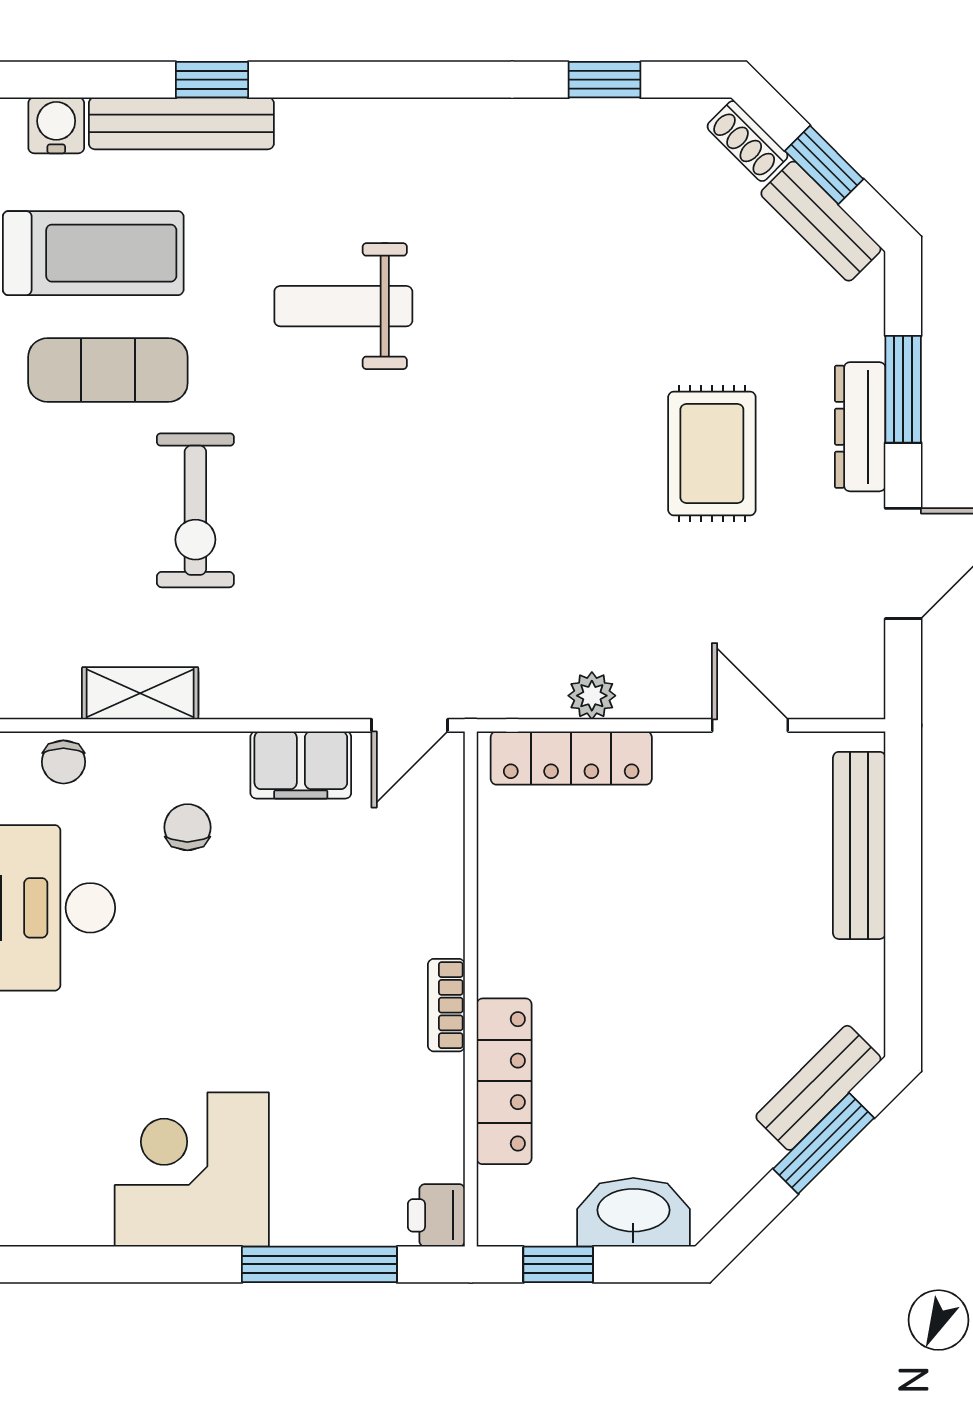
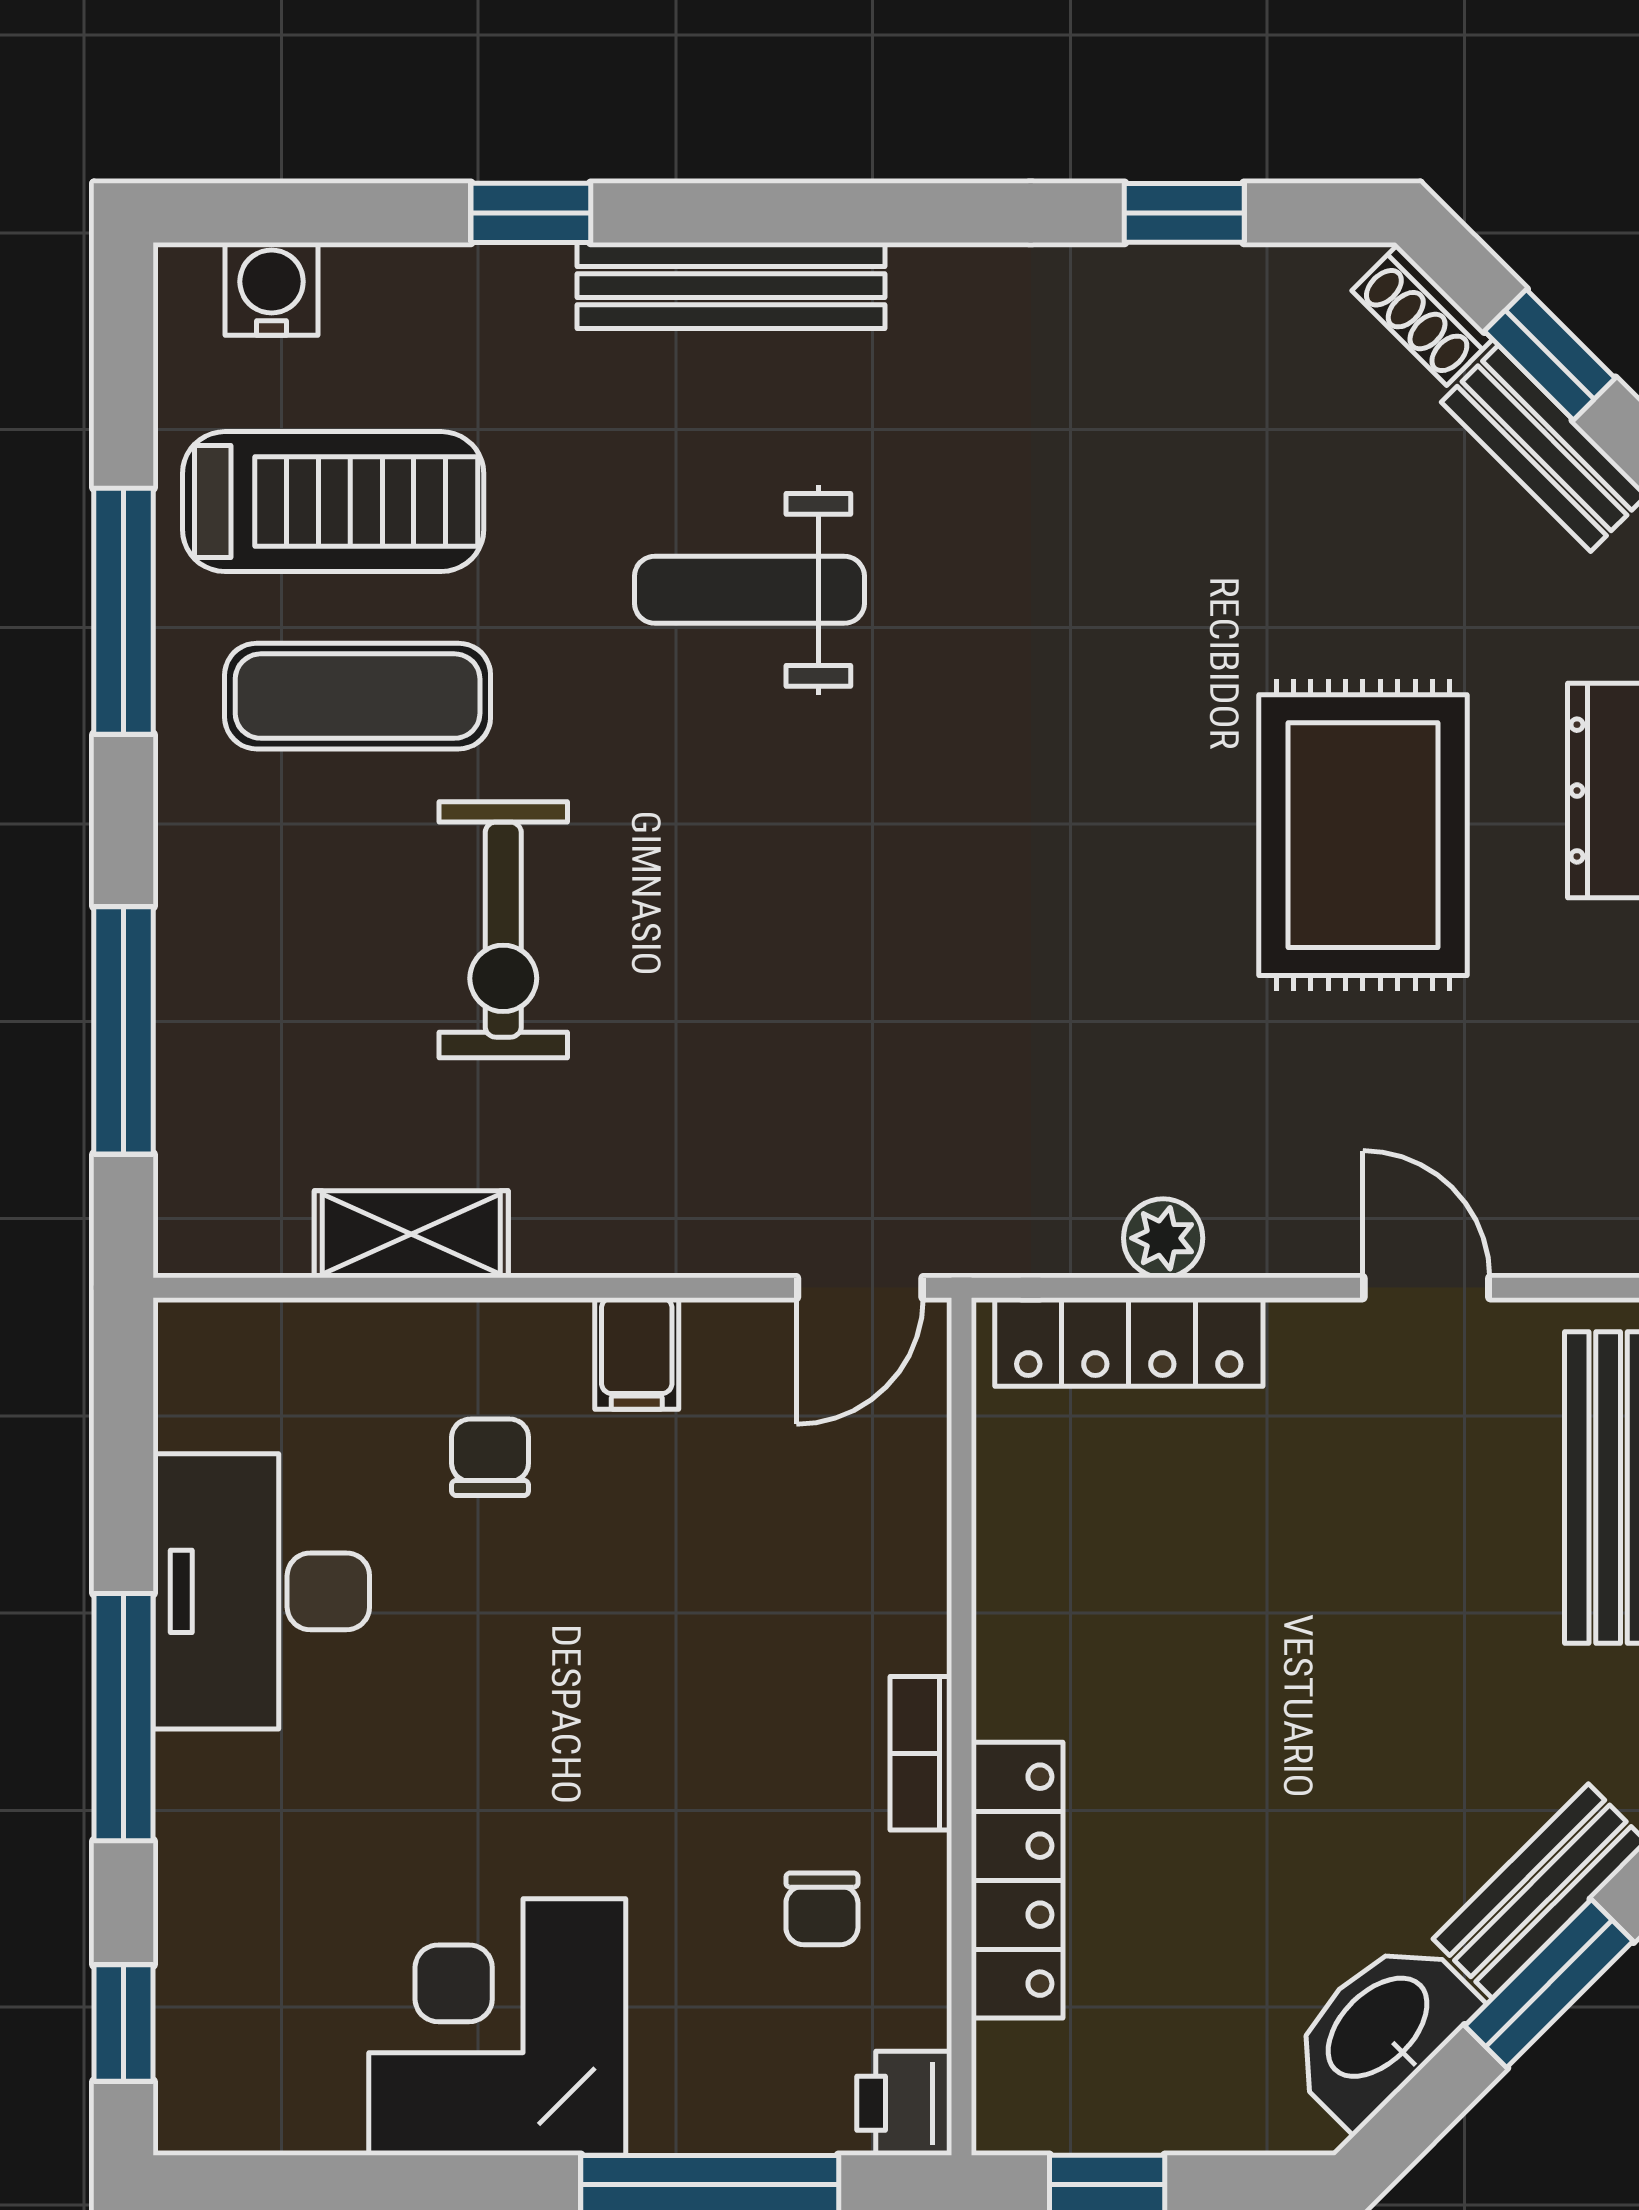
bench: (181, 123) -> (731, 286), moved
rug: (712, 453) -> (1363, 835), width x1.36, depth x1.43
chair: (63, 762) -> (822, 1909), moved
filing cabinet: (301, 765) -> (637, 1353), width x0.50
washbasin: (633, 1212) -> (1380, 2030), moved, turned -45

